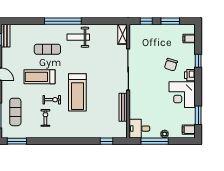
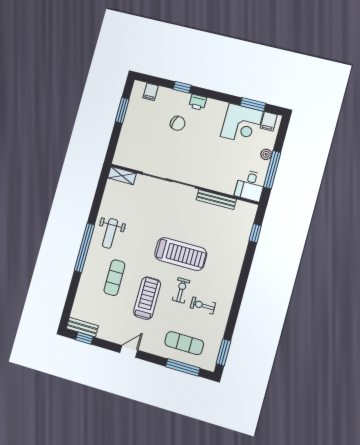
window: (146, 21) -> (114, 141), removed
treadmill: (39, 77) -> (147, 298), turned 180
corner desk: (182, 95) -> (242, 124), moved

